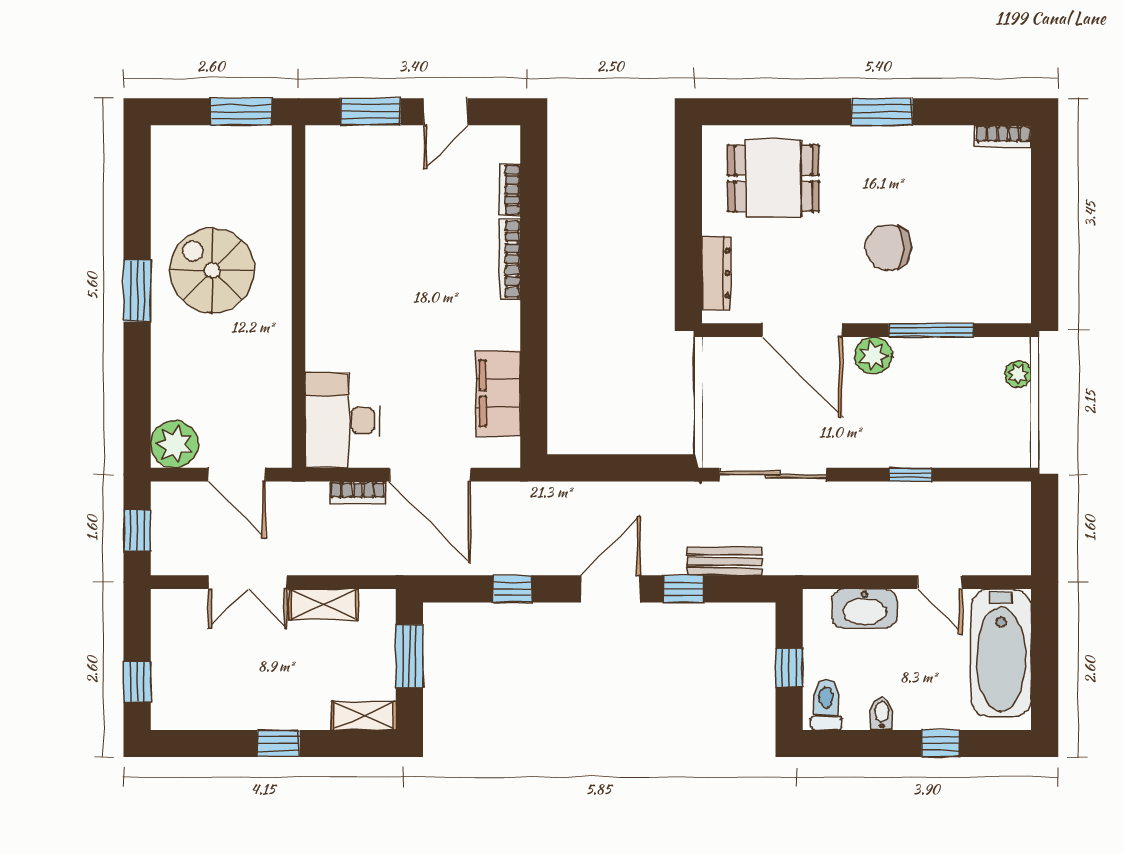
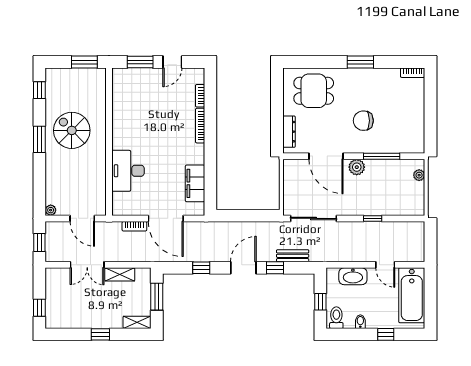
window: (137, 177) -> (39, 90), added
desk: (343, 420) -> (128, 171), moved
plant: (174, 444) -> (51, 210), width x0.53, depth x0.53

